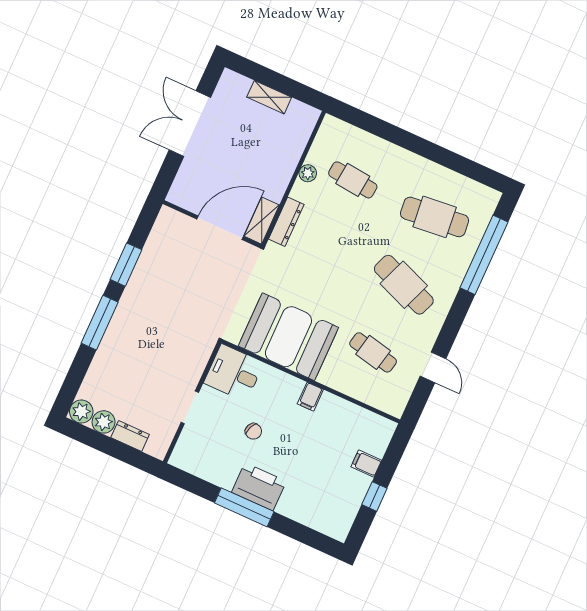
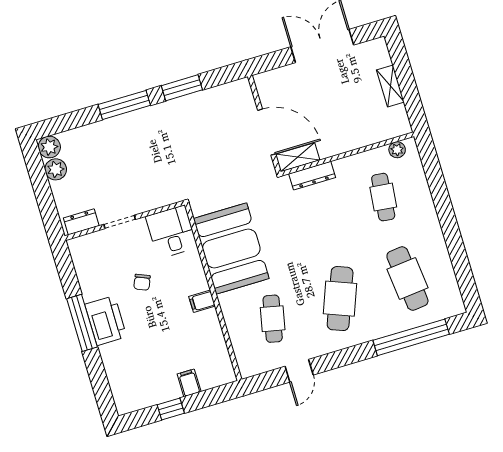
plant: (308, 173) -> (397, 150), moved
dresser: (130, 436) -> (81, 222), moved, turned -90

